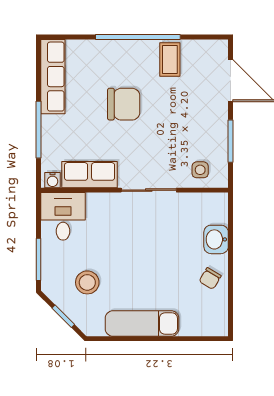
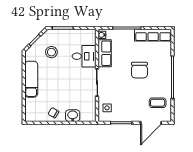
coffee table: (170, 60) -> (158, 103), moved
desk: (63, 216) -> (84, 56), moved

